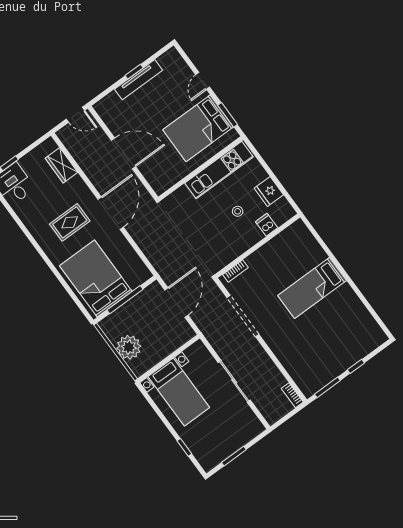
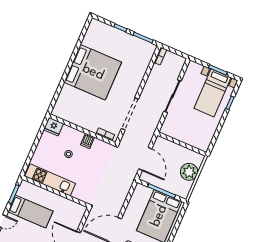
bed: (198, 128) -> (30, 212), width x0.67
fridge: (269, 192) -> (53, 127), moved, turned 90
dishwasher: (267, 225) -> (88, 141), moved
bed: (312, 288) -> (93, 72), width x2.04
door: (176, 302) -> (145, 159), swing flipped
bed with nightstands: (179, 392) -> (212, 93), moved, turned 180

